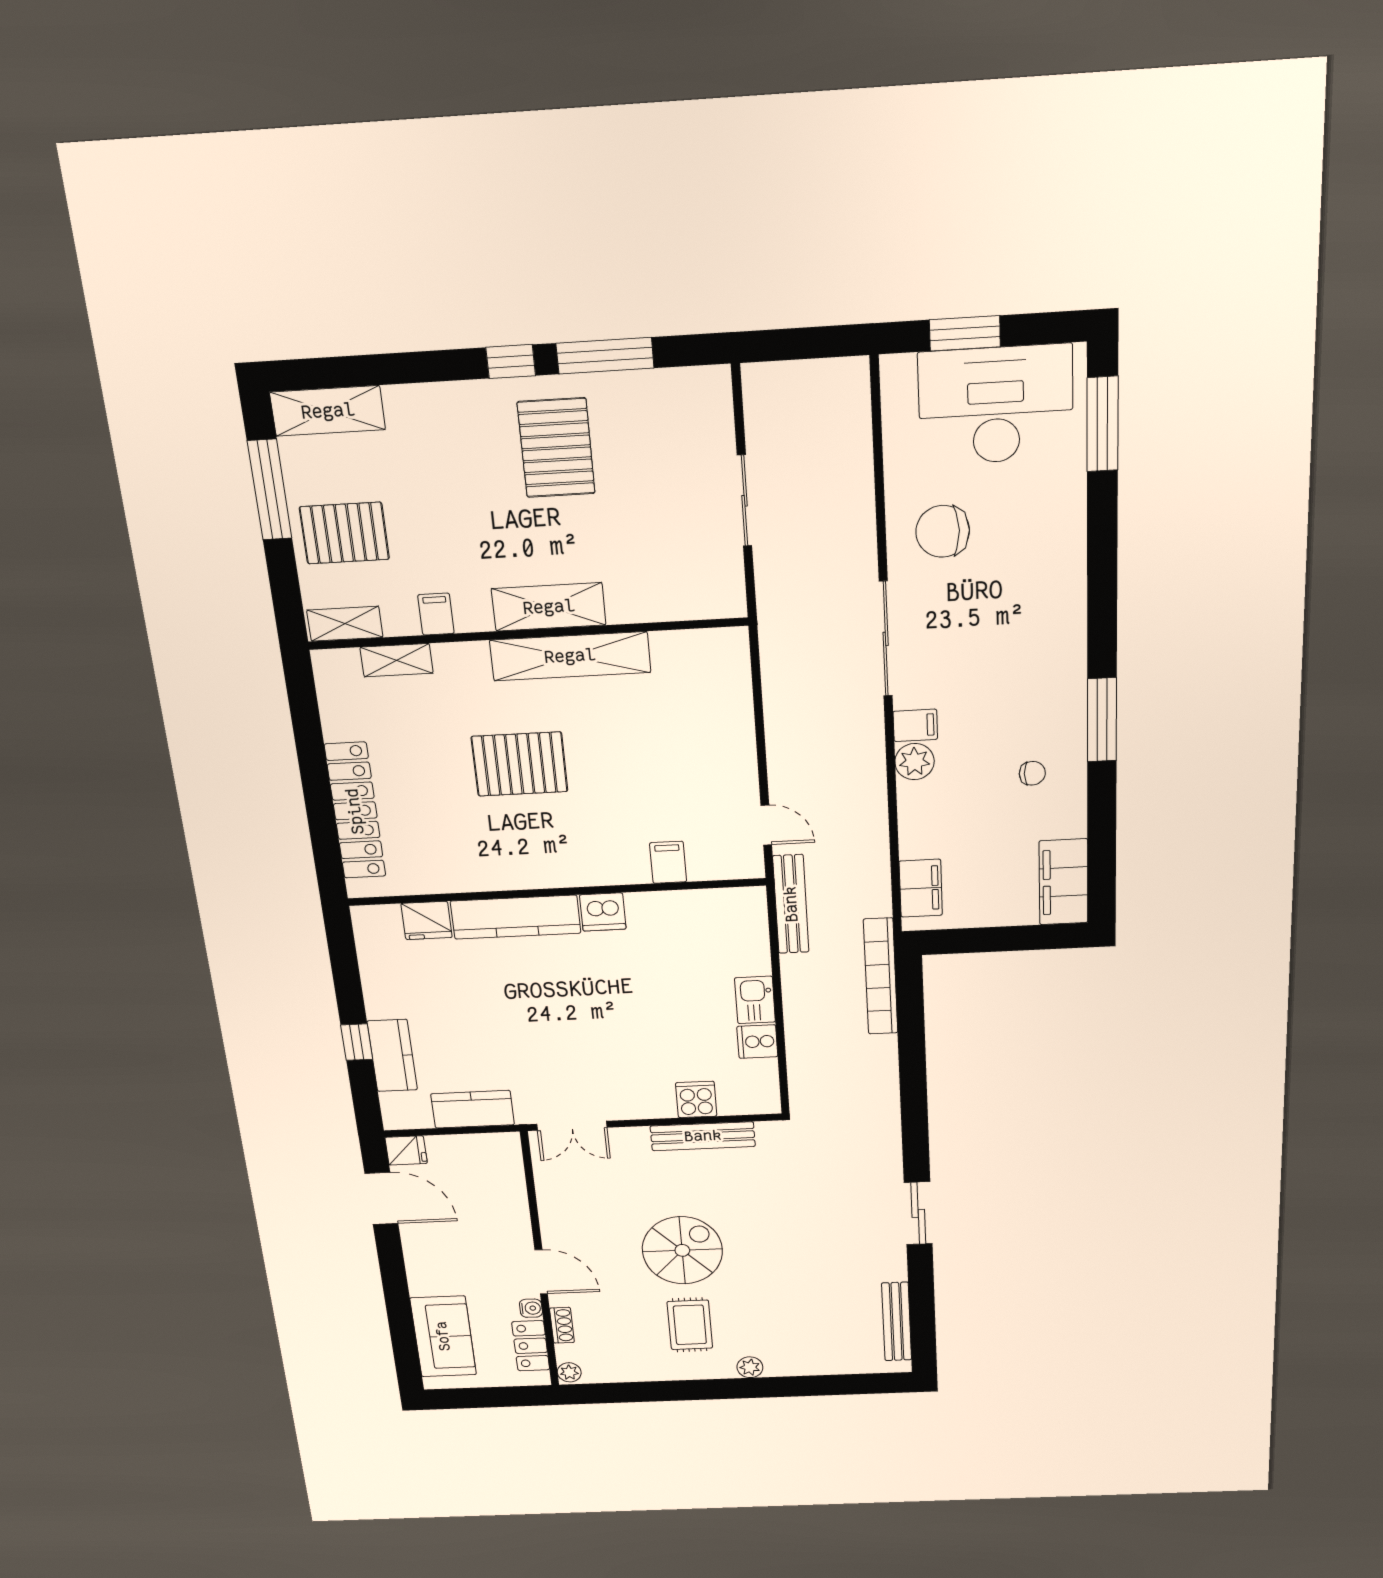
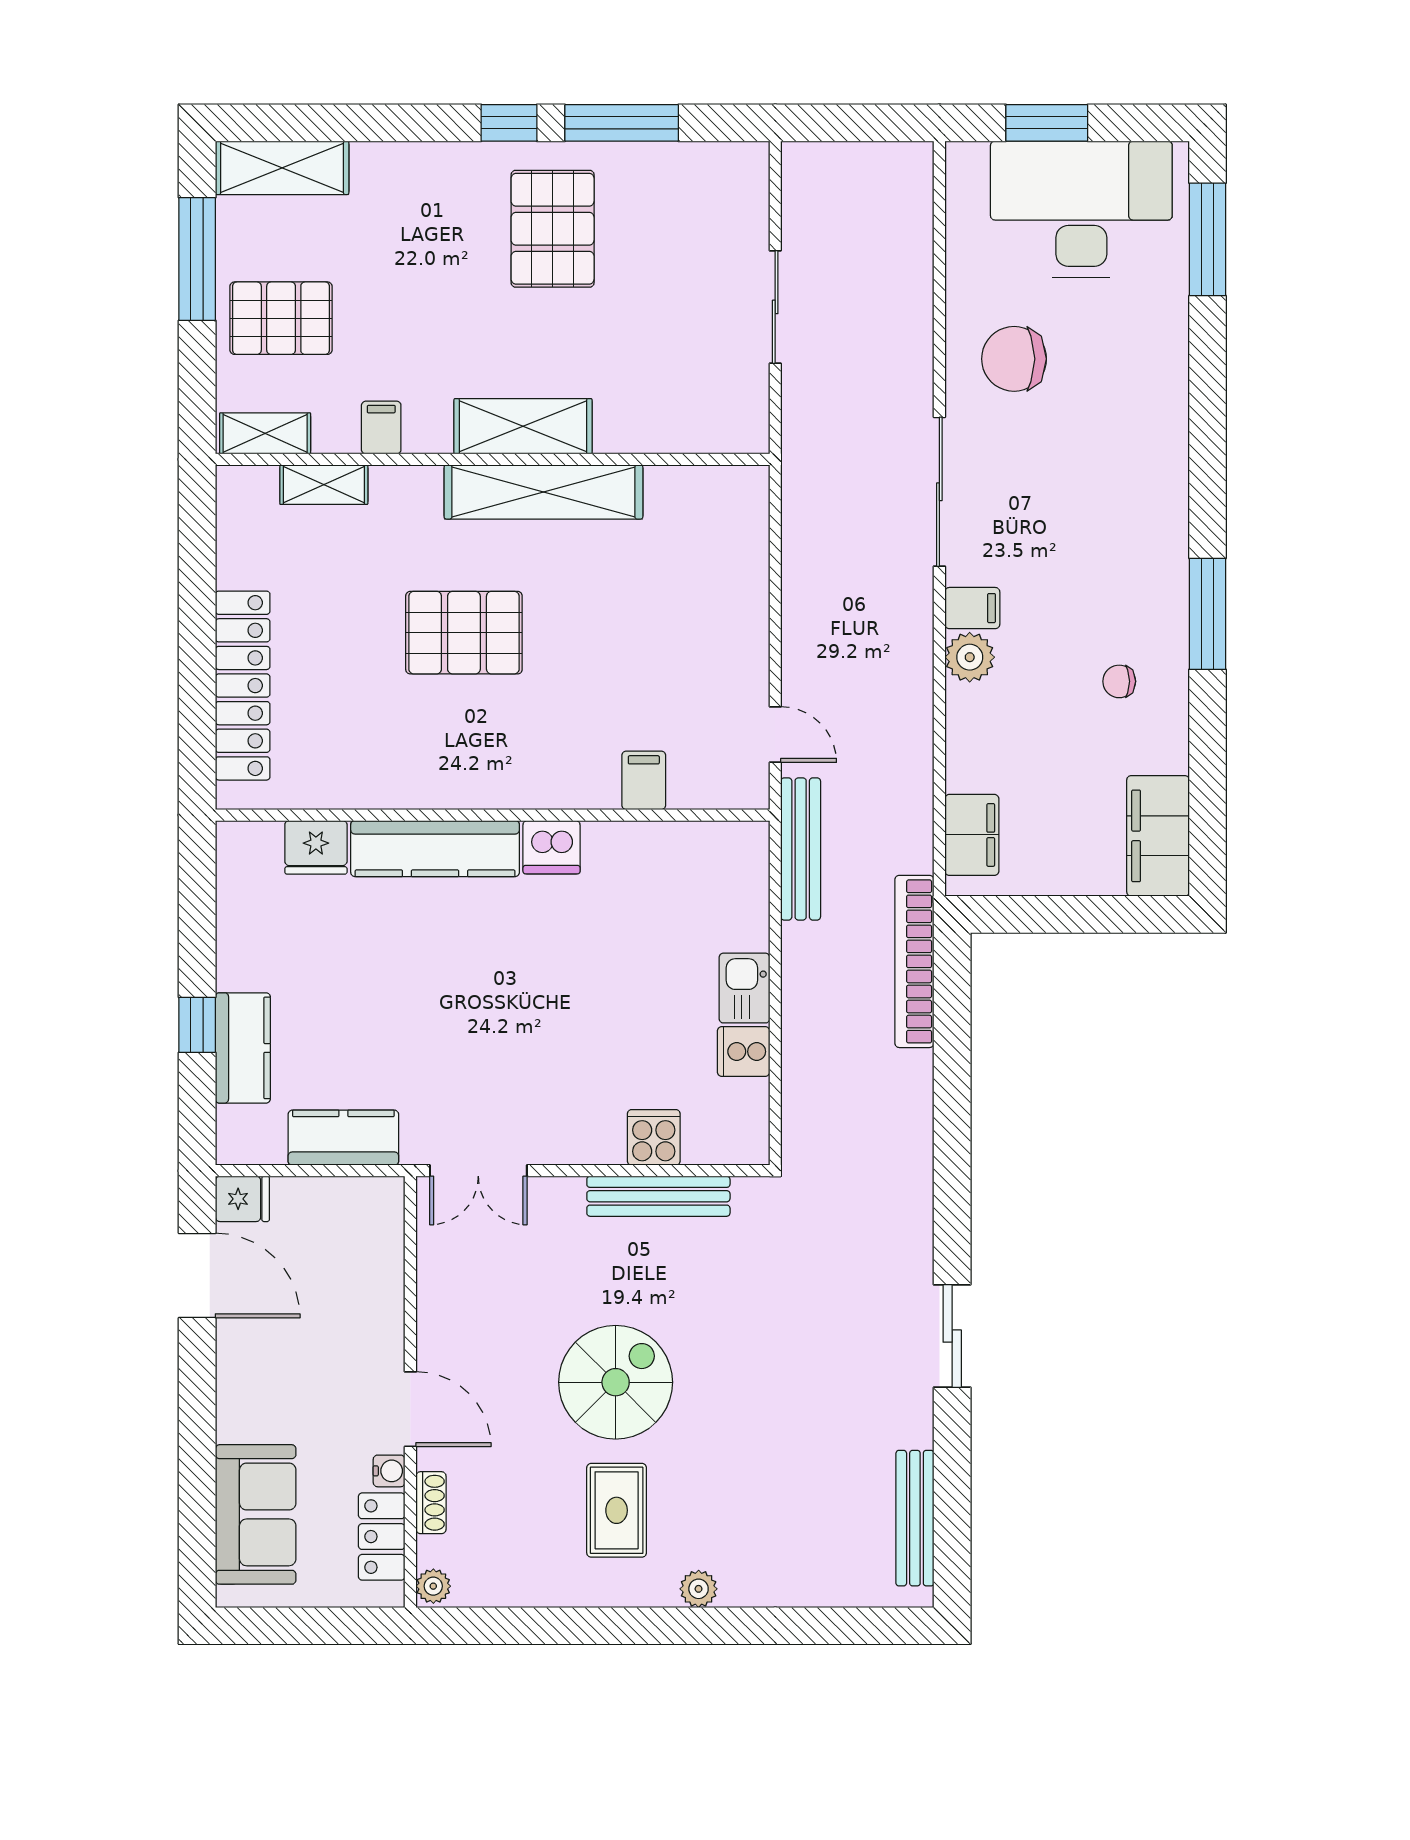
chair: (1032, 773) -> (1119, 681), turned 180

